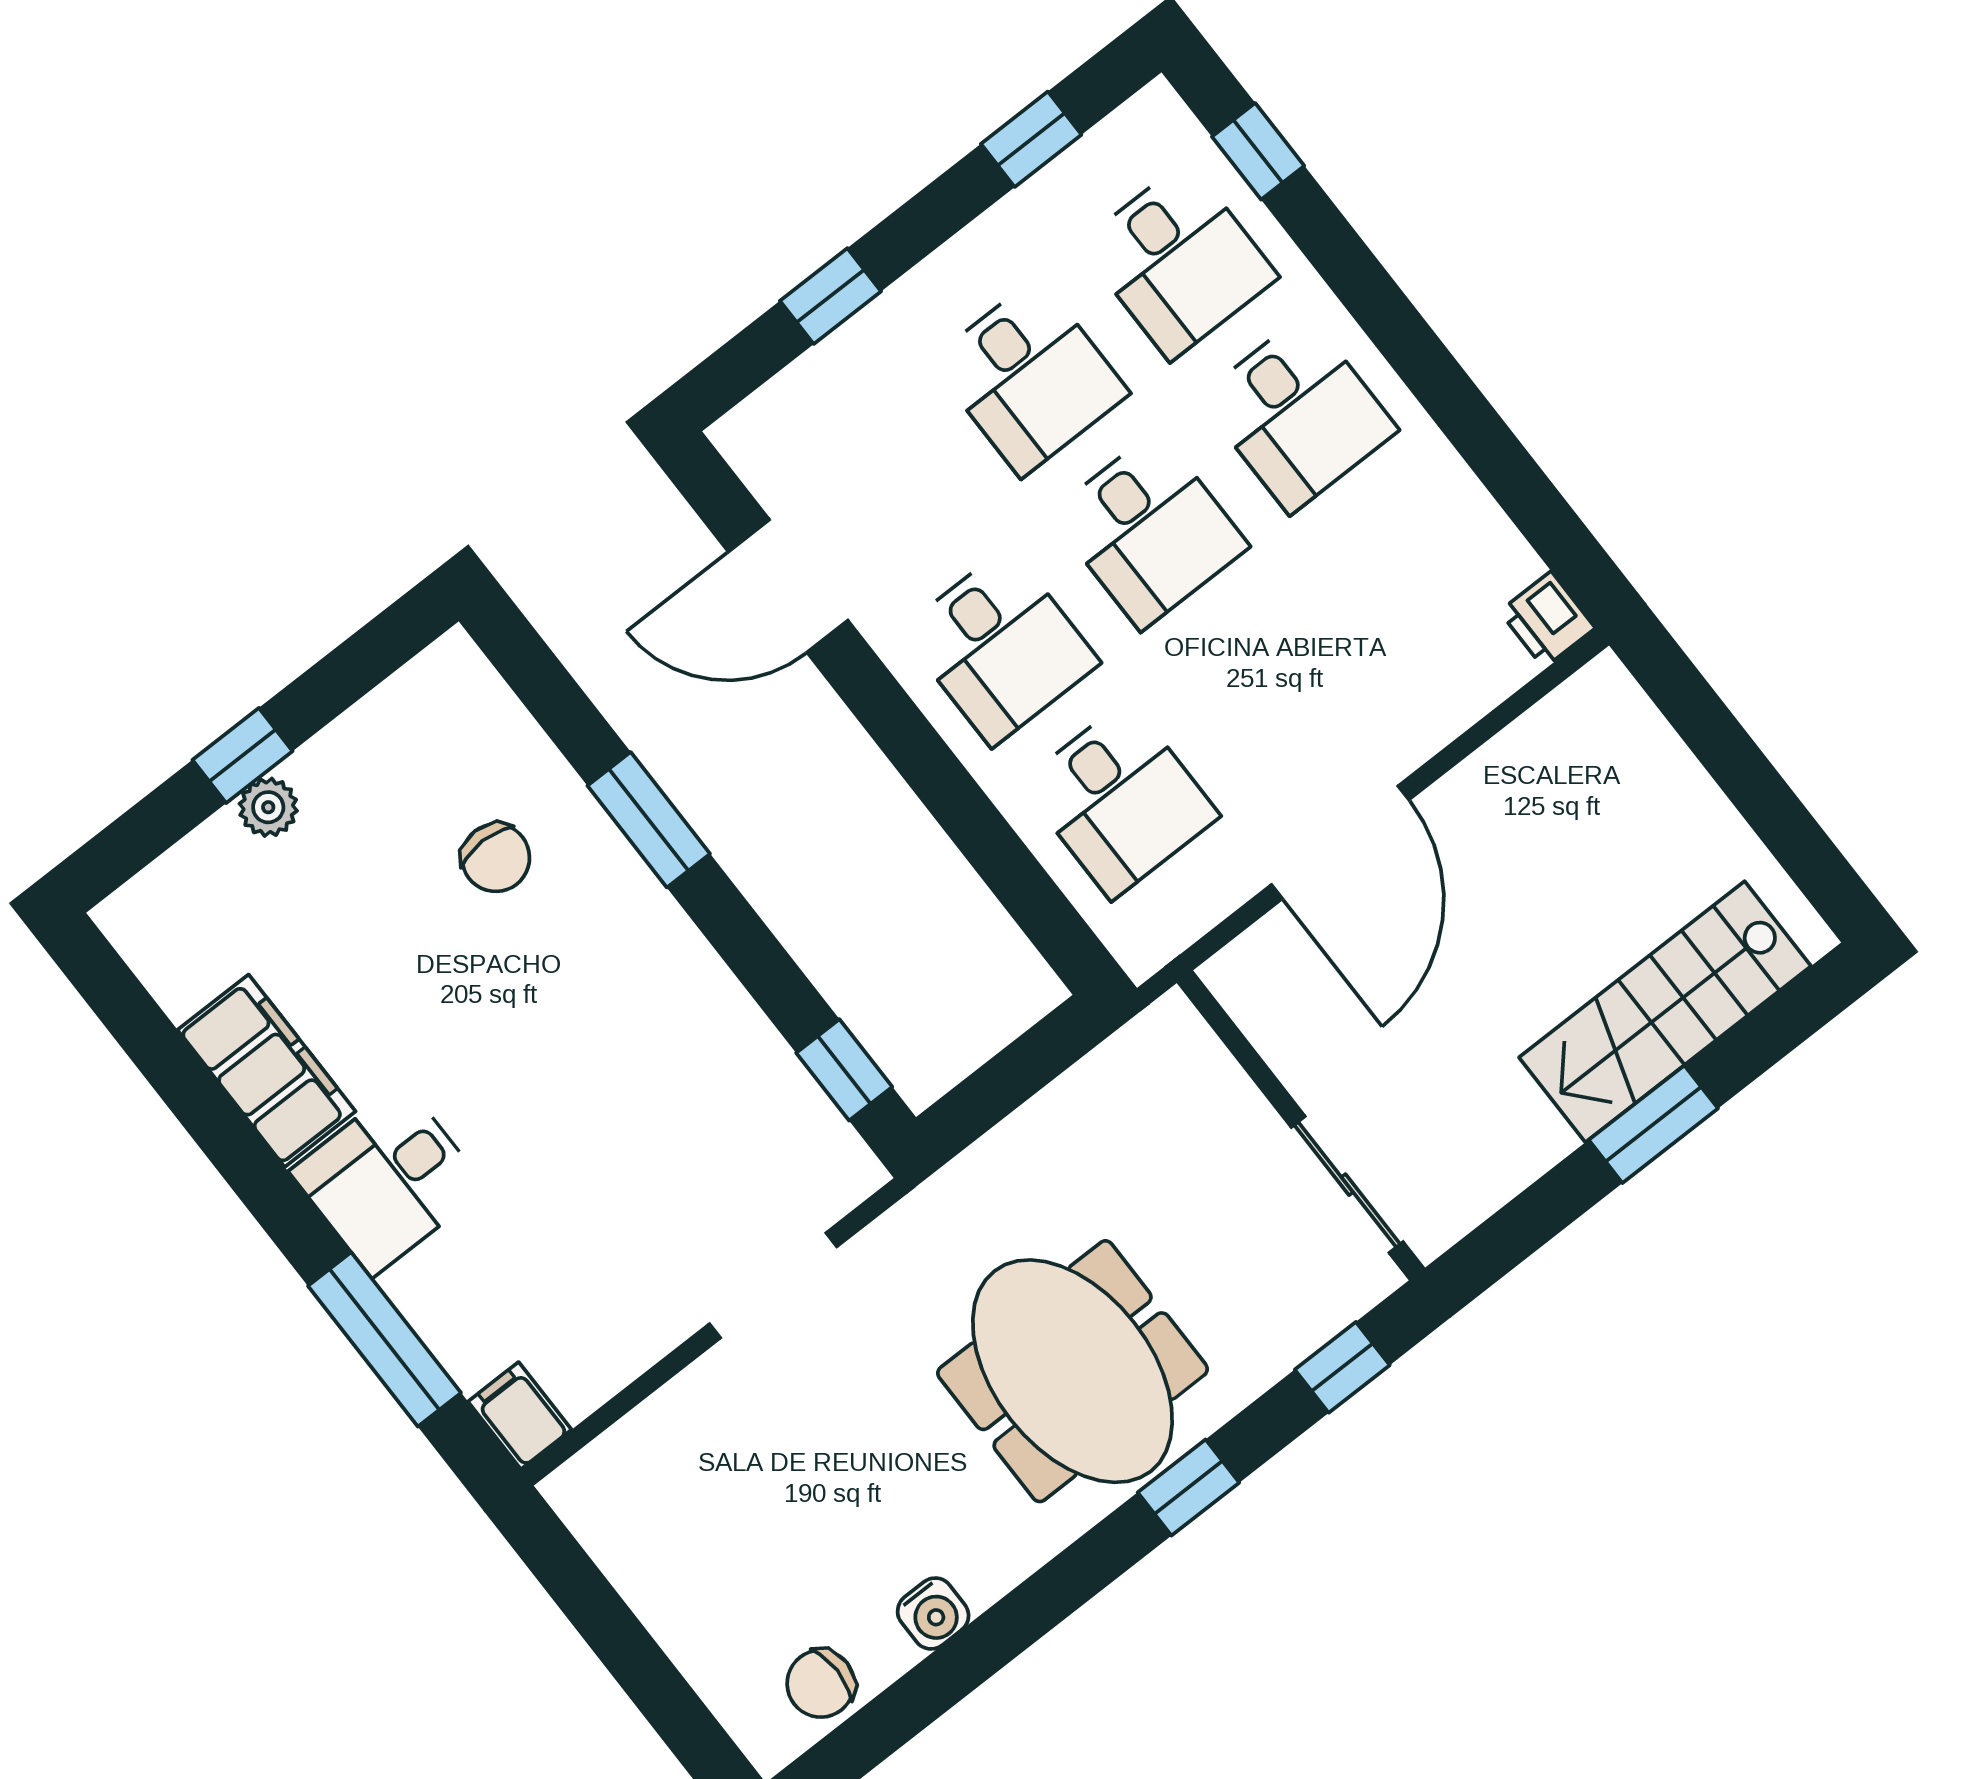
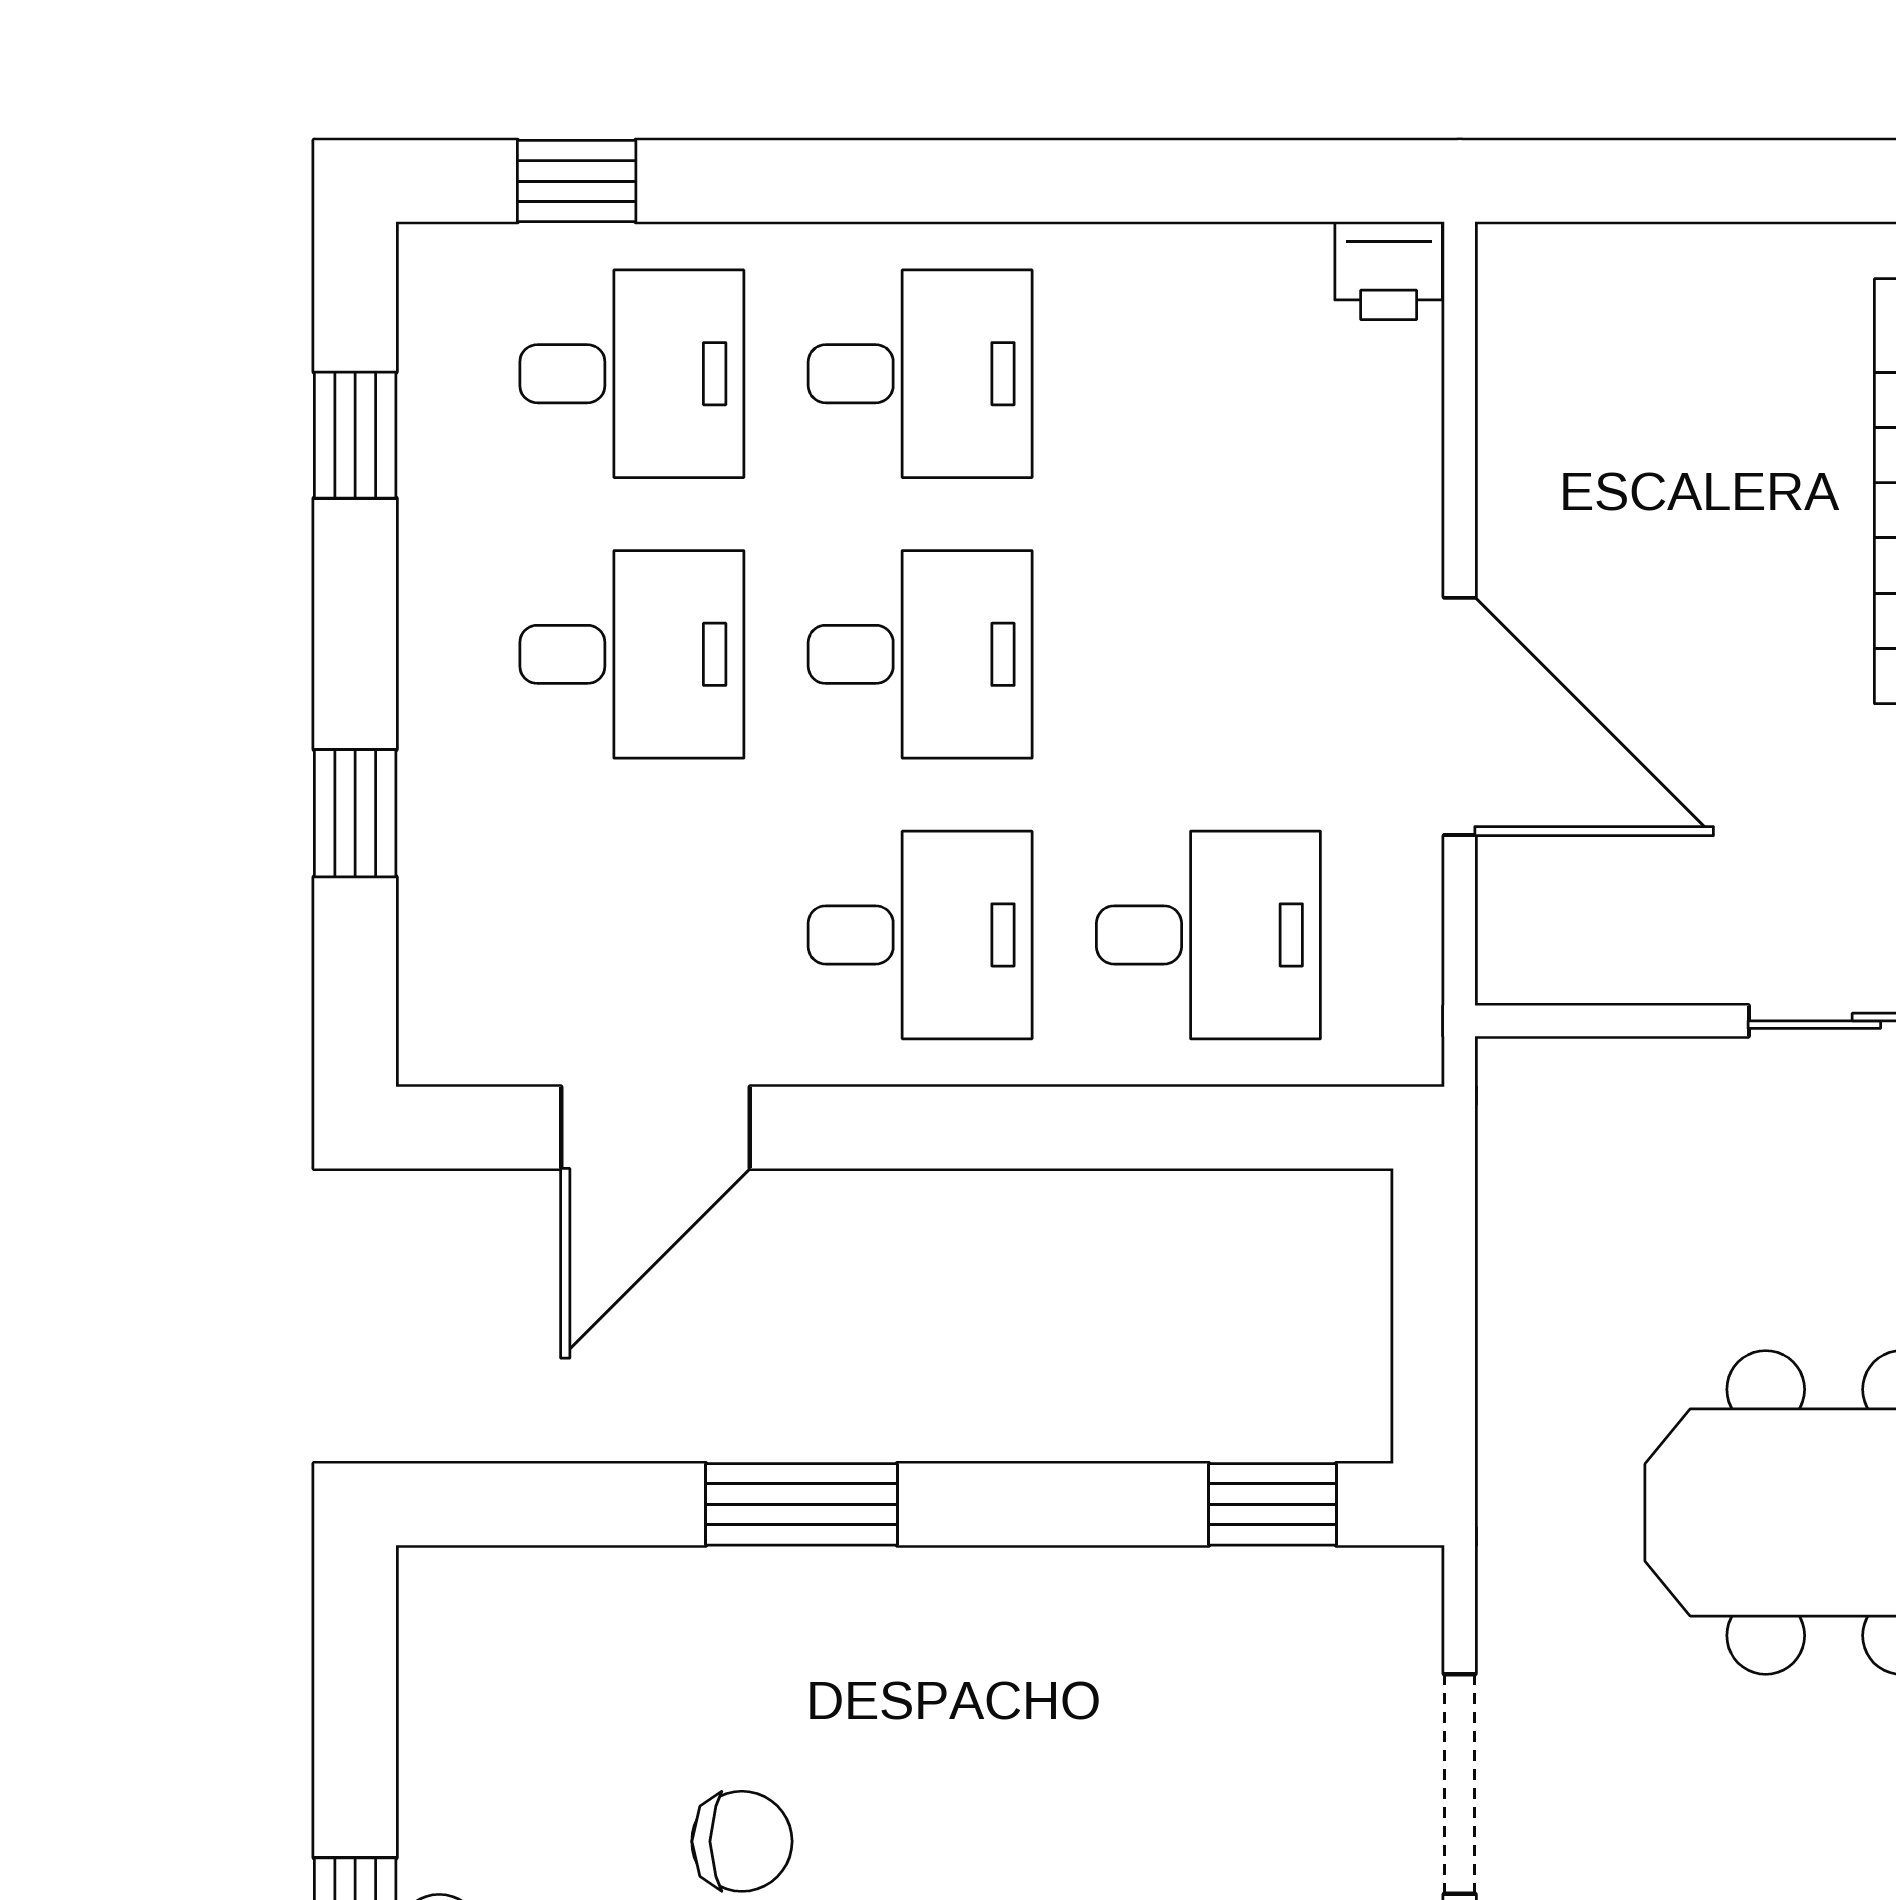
chair: (496, 858) -> (742, 1841), moved

